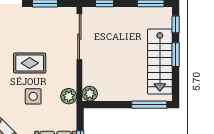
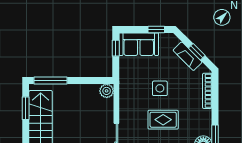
window: (176, 55) -> (26, 108), moved
plant: (69, 96) -> (126, 88), removed

